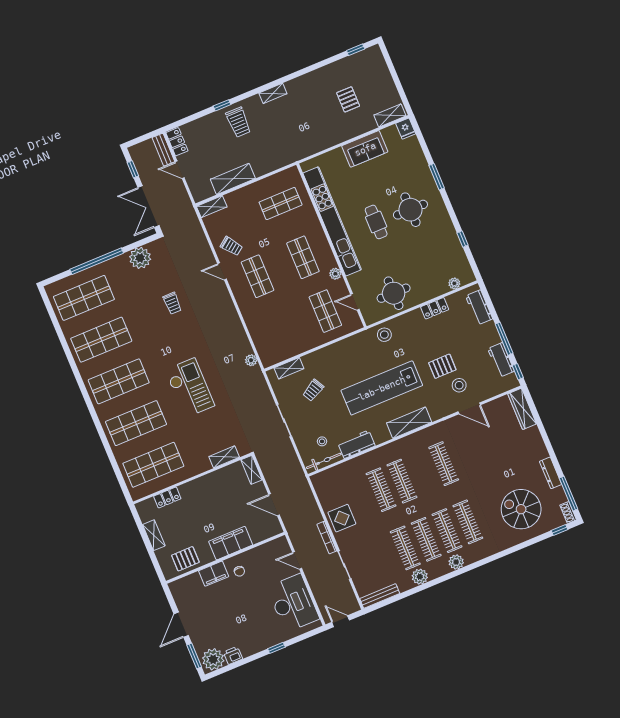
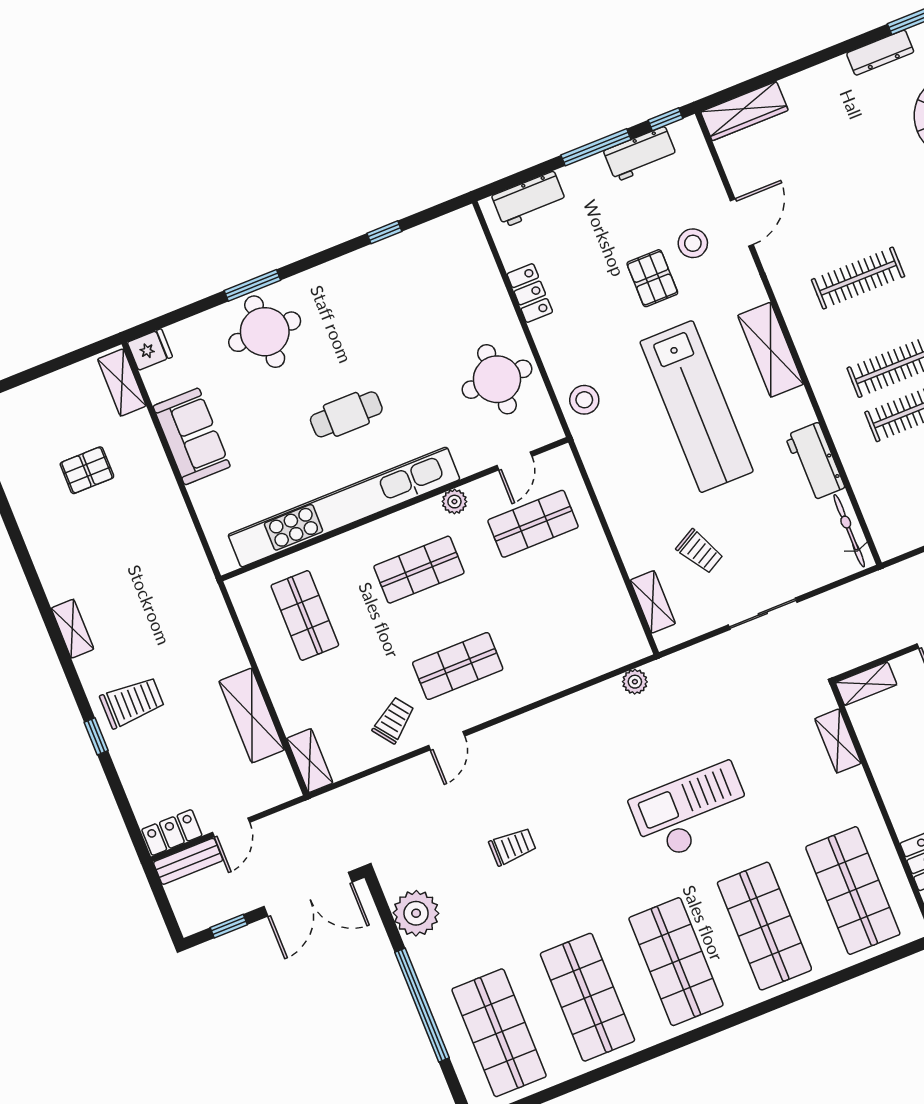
round table: (410, 210) -> (265, 332), moved
plant: (454, 283) -> (478, 251), removed
stool: (322, 441) -> (808, 534), removed

